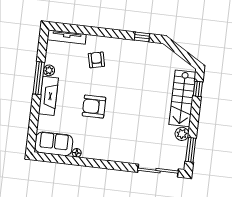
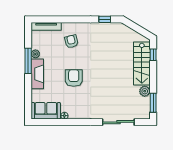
armchair: (94, 107) -> (74, 78), turned 90
sliding door: (158, 171) -> (118, 122), moved

